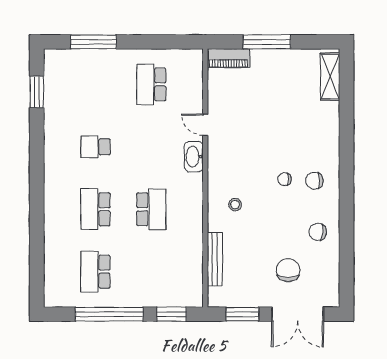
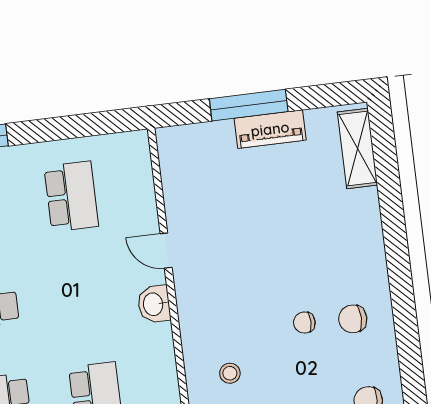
piano: (229, 58) -> (270, 129), moved
school desk: (151, 84) -> (71, 196), turned 180
washbasin: (194, 157) -> (154, 304), width x0.72

